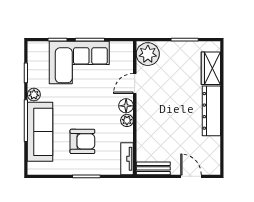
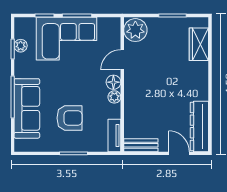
plant: (34, 95) -> (21, 46), moved
dresser: (211, 111) -> (199, 126), moved

